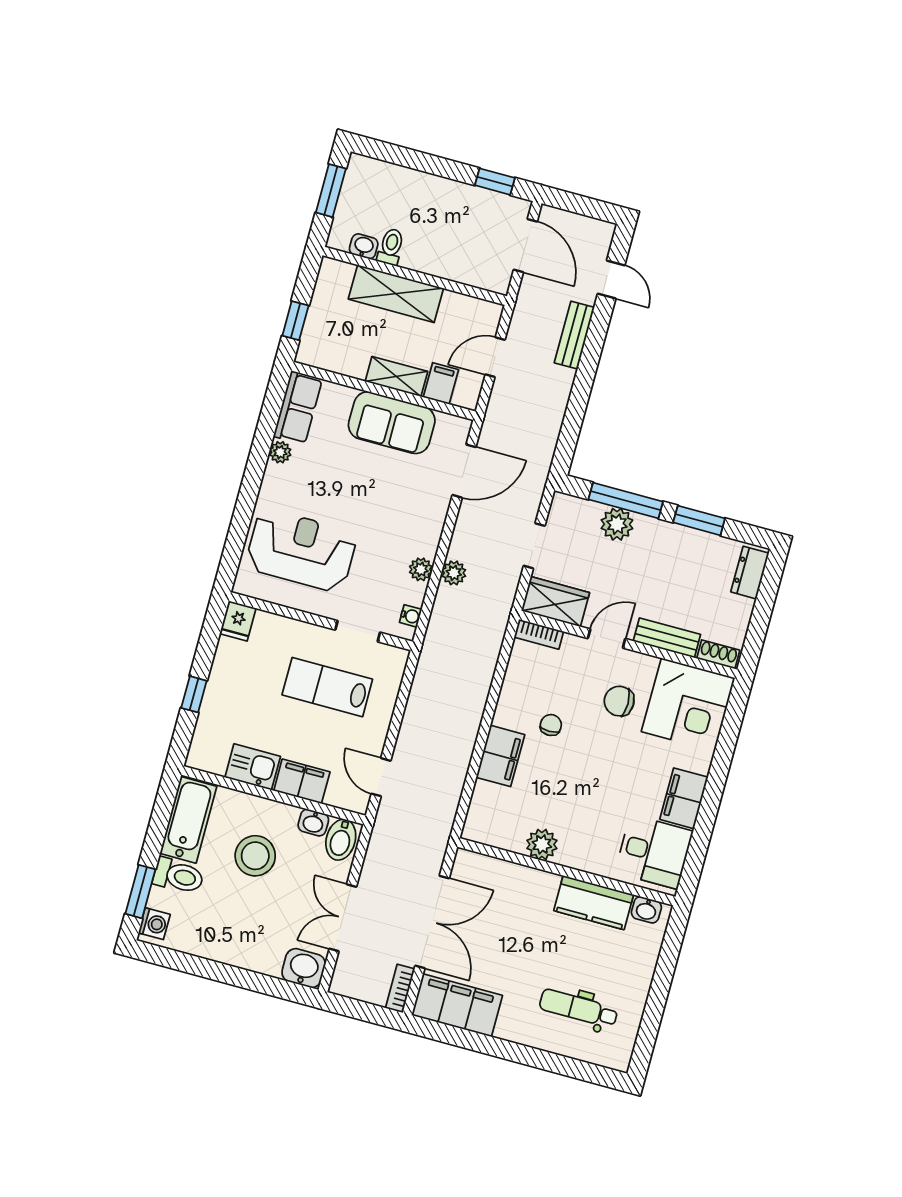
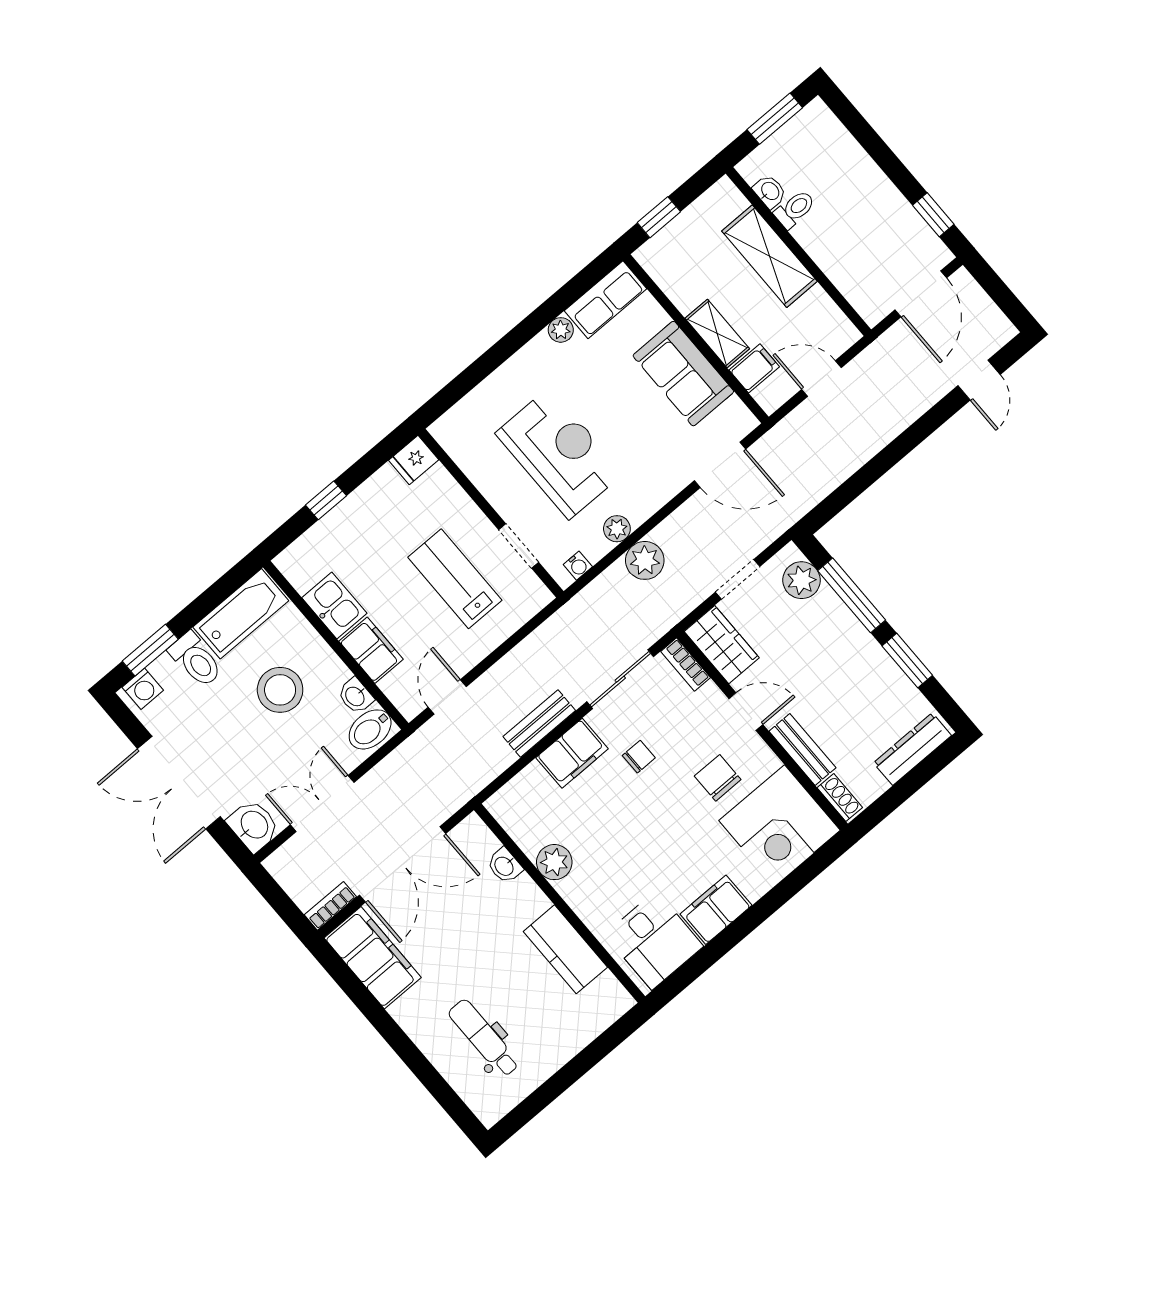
bench: (574, 335) -> (539, 723), moved
plant: (617, 524) -> (802, 580), moved
reception desk: (301, 550) -> (559, 453), moved
plant: (454, 573) -> (645, 560), width x1.38, depth x1.38
dresser: (750, 573) -> (912, 749), width x1.44
sliding door: (498, 678) -> (620, 679), added
washbasin: (646, 910) -> (505, 866), moved
double door: (228, 974) -> (179, 783), added

